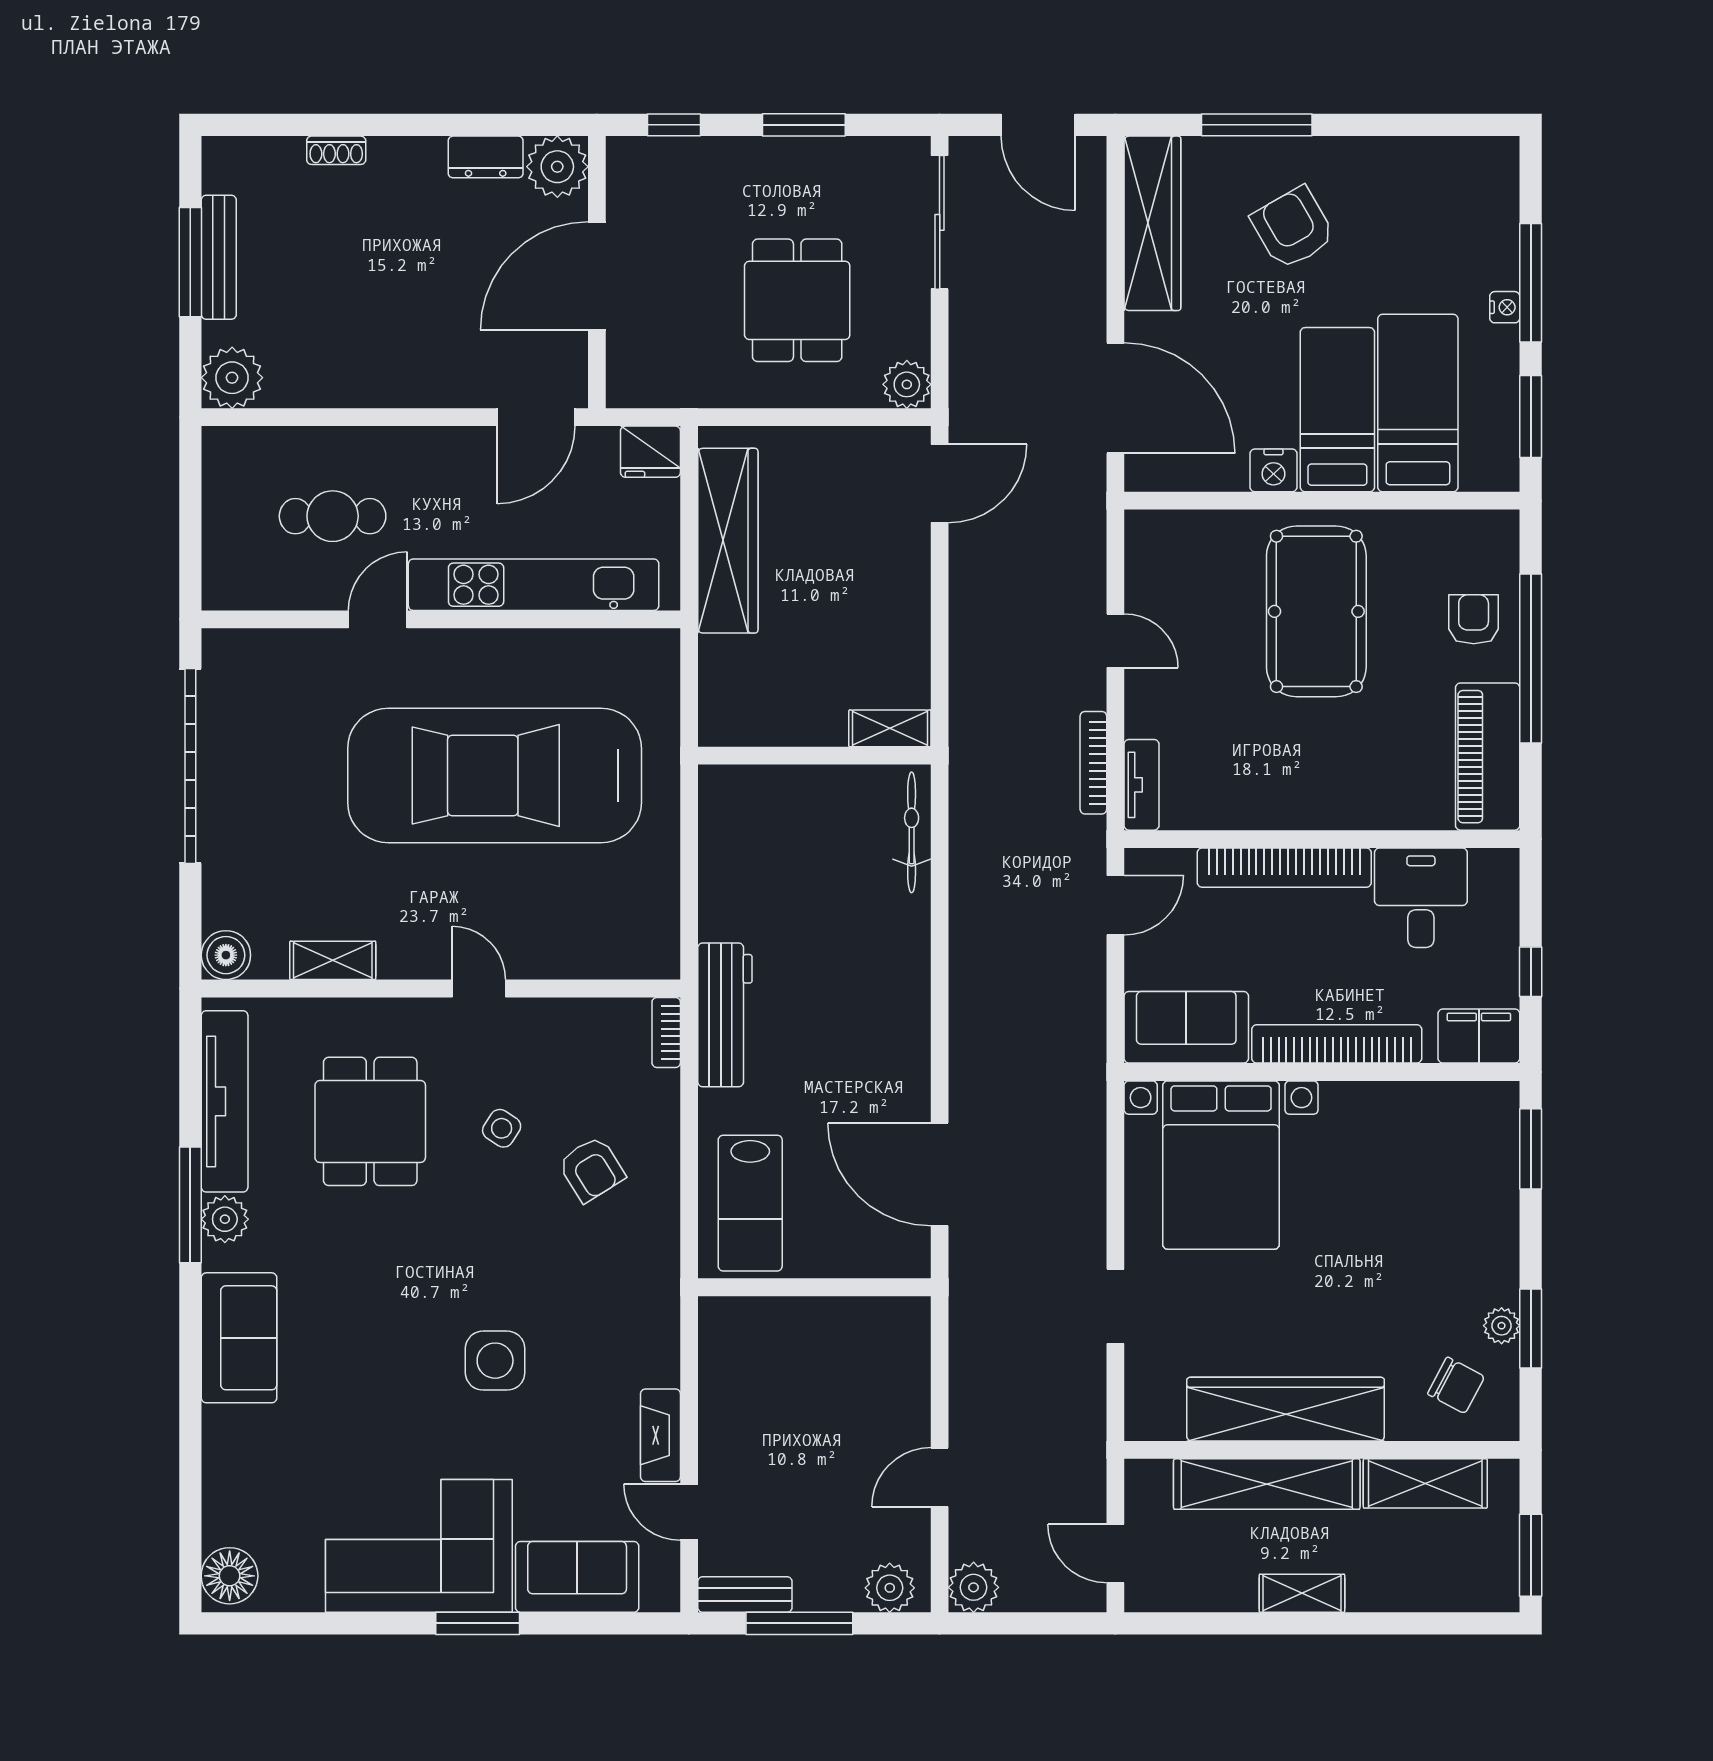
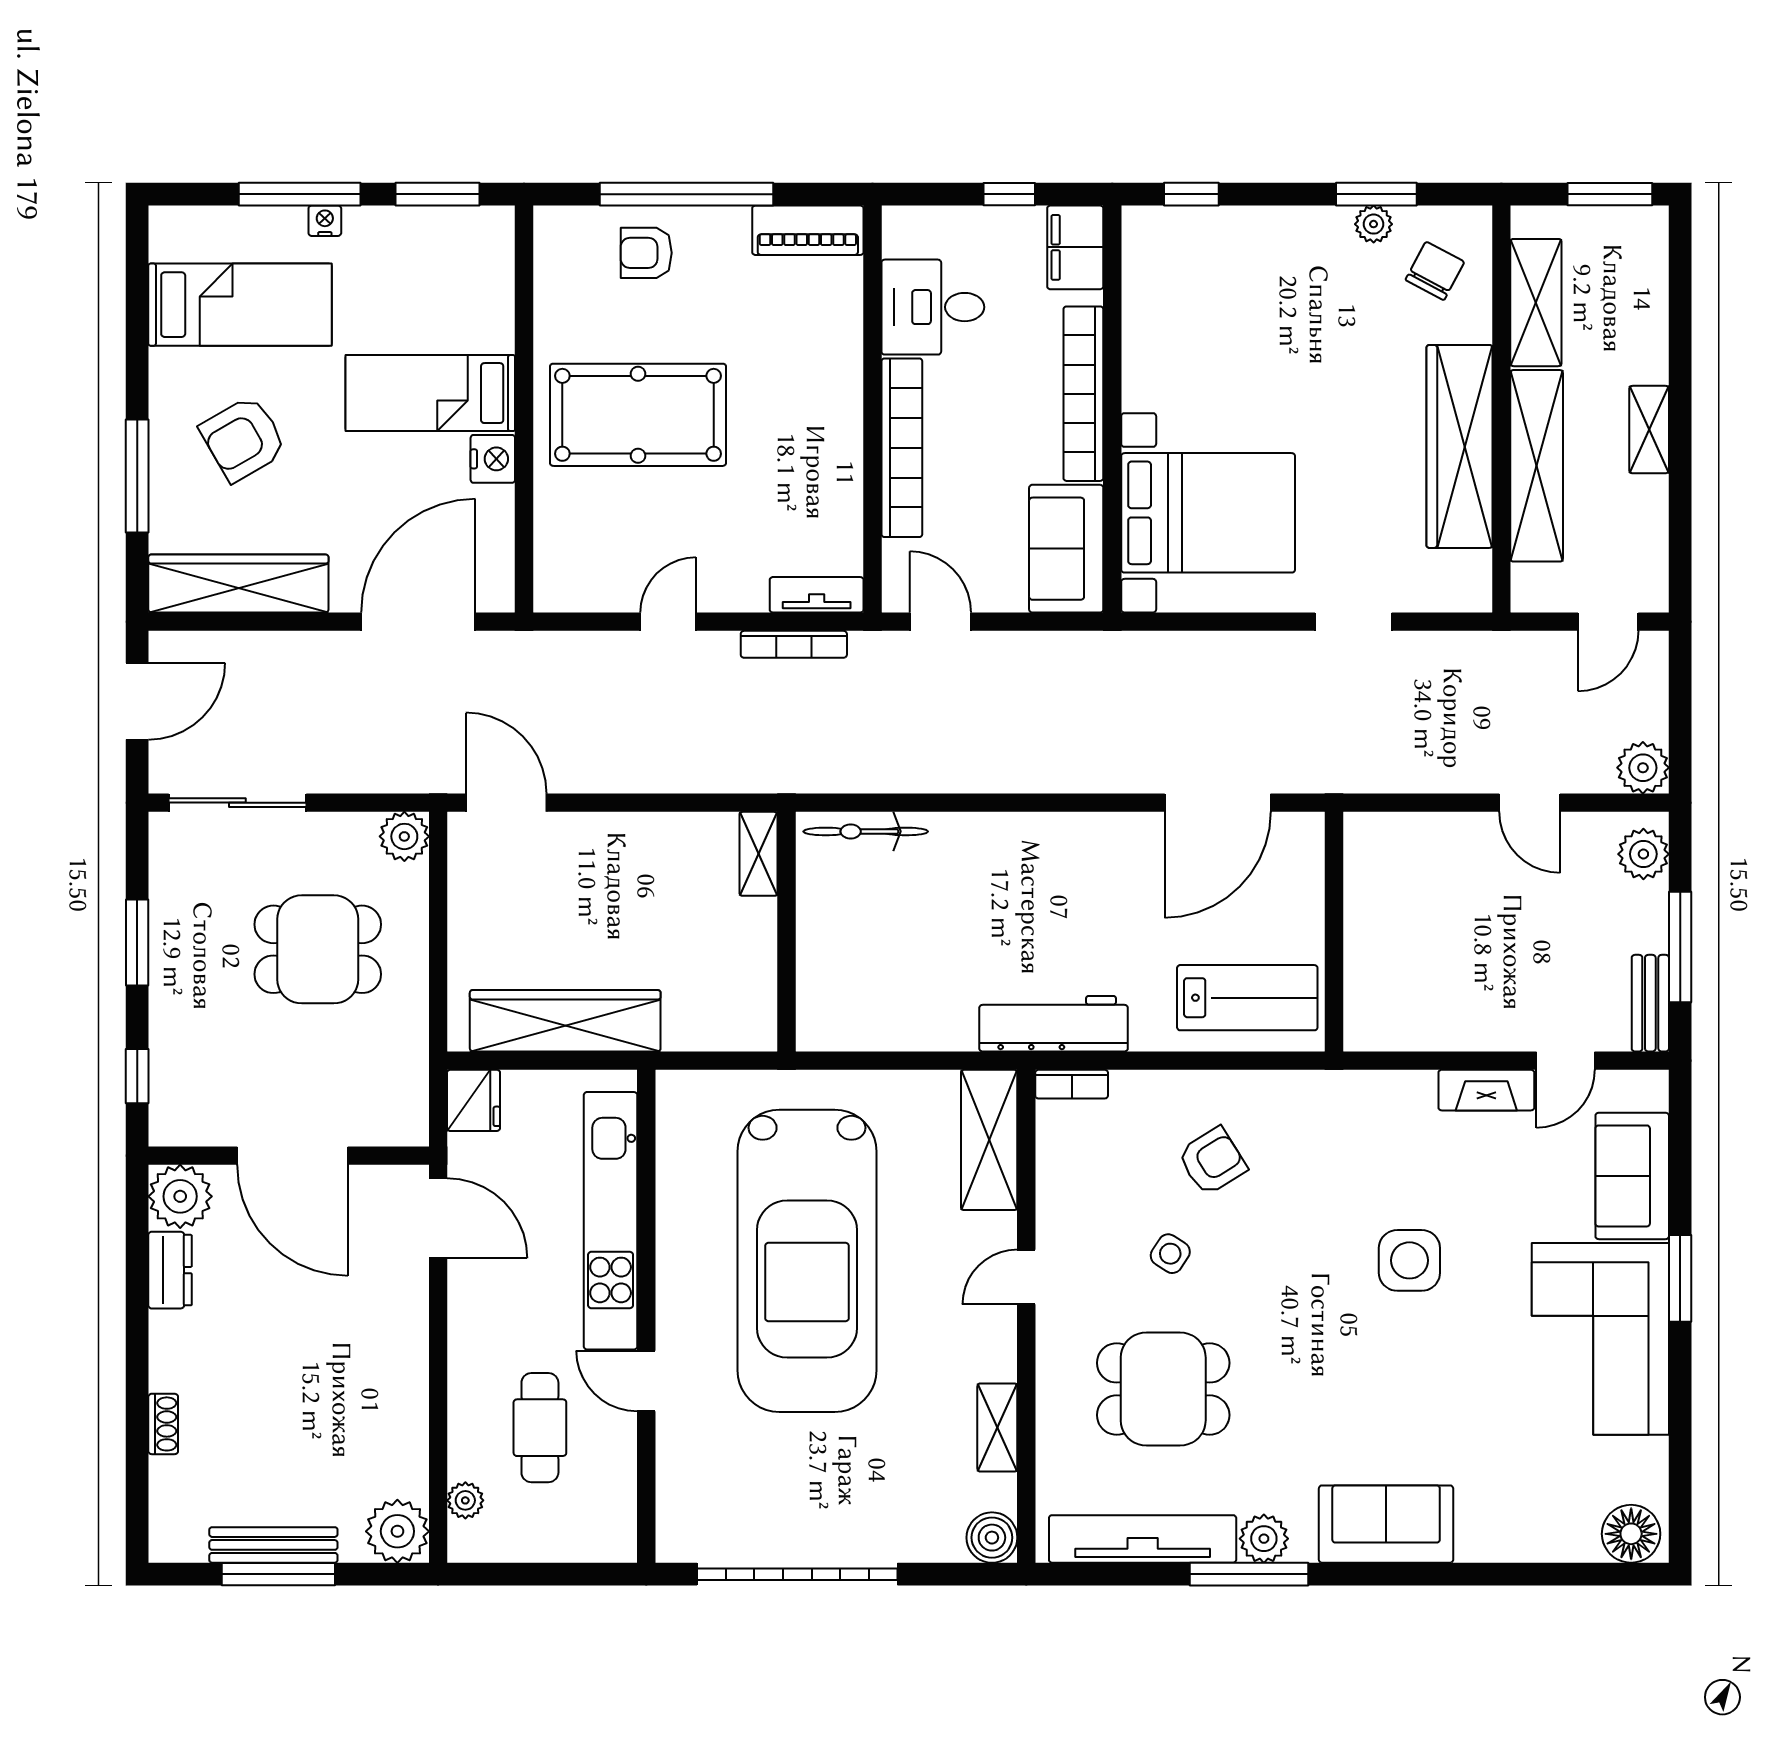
bed: (1418, 403) -> (240, 305), moved, turned 180
plant: (262, 444) -> (465, 1500), added
piano: (1488, 757) -> (808, 230), width x0.73, depth x0.75
shelving: (612, 952) -> (989, 1140), added
window: (1531, 1149) -> (1191, 194), width x0.67

